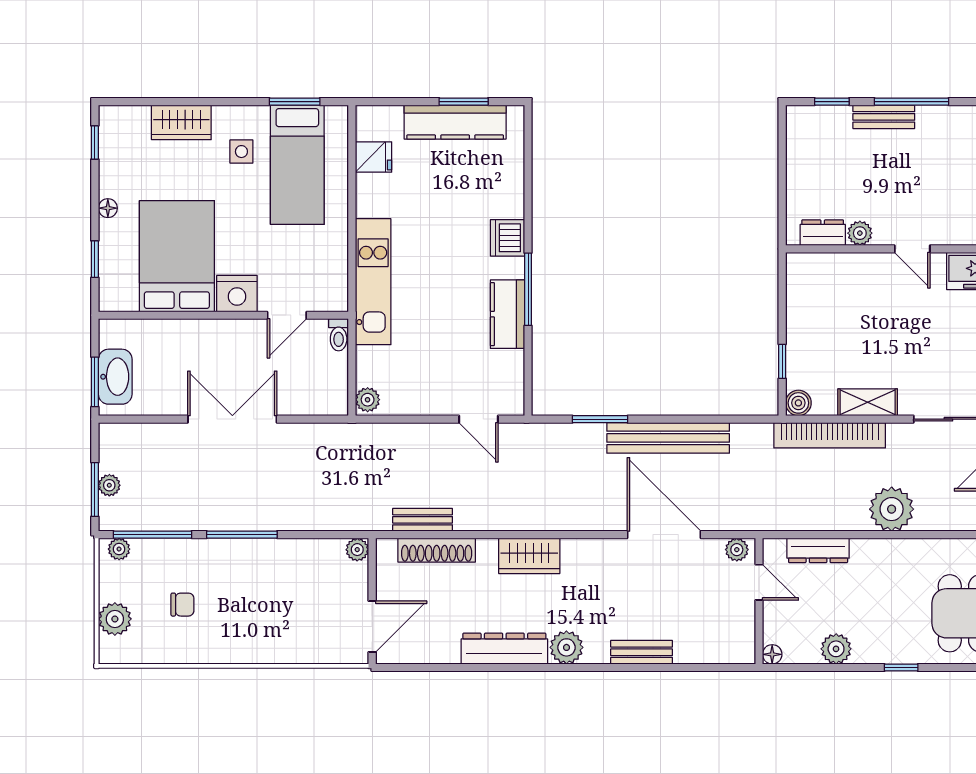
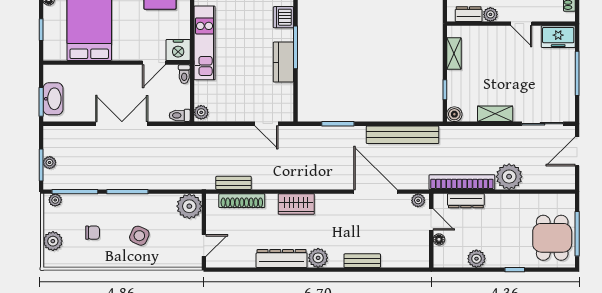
nightstand: (237, 294) -> (178, 50), moved
shelving: (798, 300) -> (454, 54), added
toilet: (331, 405) -> (180, 115), added
bookcase: (830, 435) -> (462, 182), moved, turned 180
bench: (668, 438) -> (403, 135), moved
plant: (357, 550) -> (189, 206), width x1.88, depth x1.88
side table: (262, 610) -> (139, 236), added
door: (372, 627) -> (204, 246), width x0.73
floor lamp: (772, 654) -> (439, 239), moved

